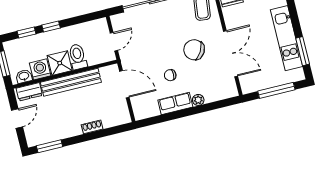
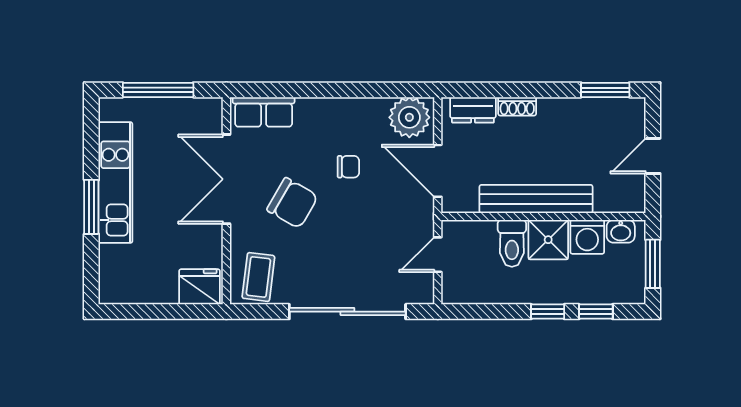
window: (303, 51) -> (91, 207), moved
dresser: (29, 92) -> (473, 110), moved, turned 180
plant: (198, 100) -> (409, 117), moved, width x1.88, depth x1.88
row of seats: (175, 103) -> (264, 112), moved

